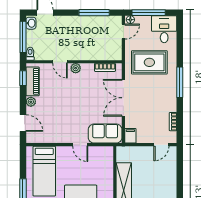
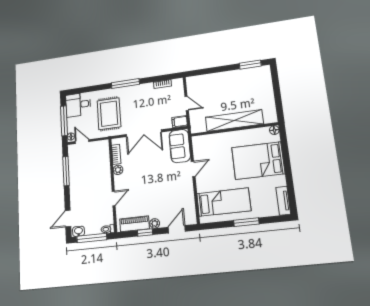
plant: (76, 68) -> (118, 170), moved
window: (23, 78) -> (145, 233), moved
door: (161, 145) -> (187, 103), moved

